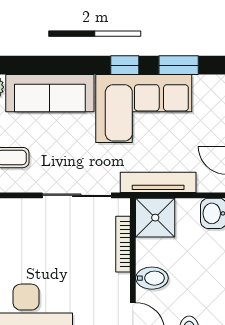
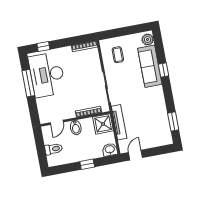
window: (125, 65) -> (164, 70), moved
corner sofa: (144, 108) -> (151, 110), removed

